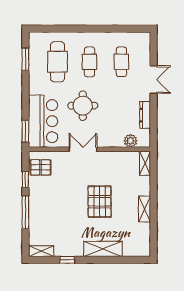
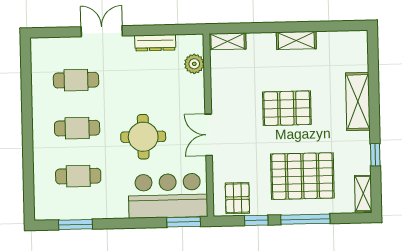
cafe table: (58, 62) -> (78, 176), width x0.73, depth x0.74
pallet: (54, 211) -> (302, 176), added

